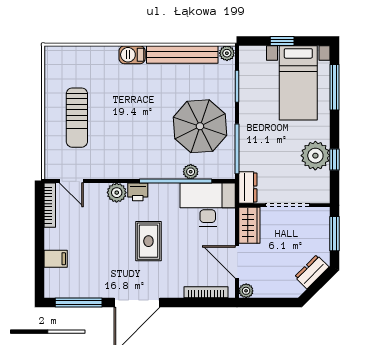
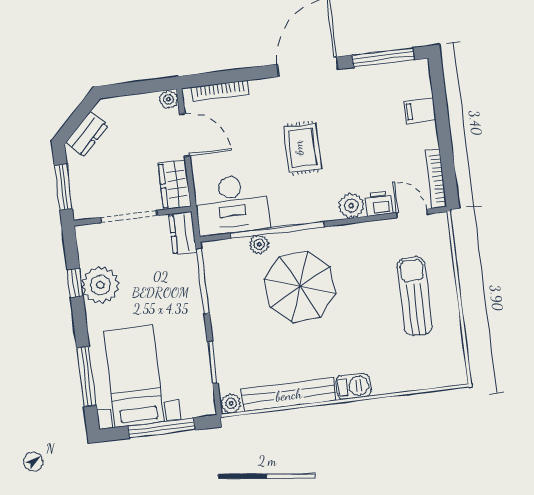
window: (282, 41) -> (162, 428), width x2.17
parasol: (200, 126) -> (300, 287), moved
printer: (138, 192) -> (379, 203), moved

